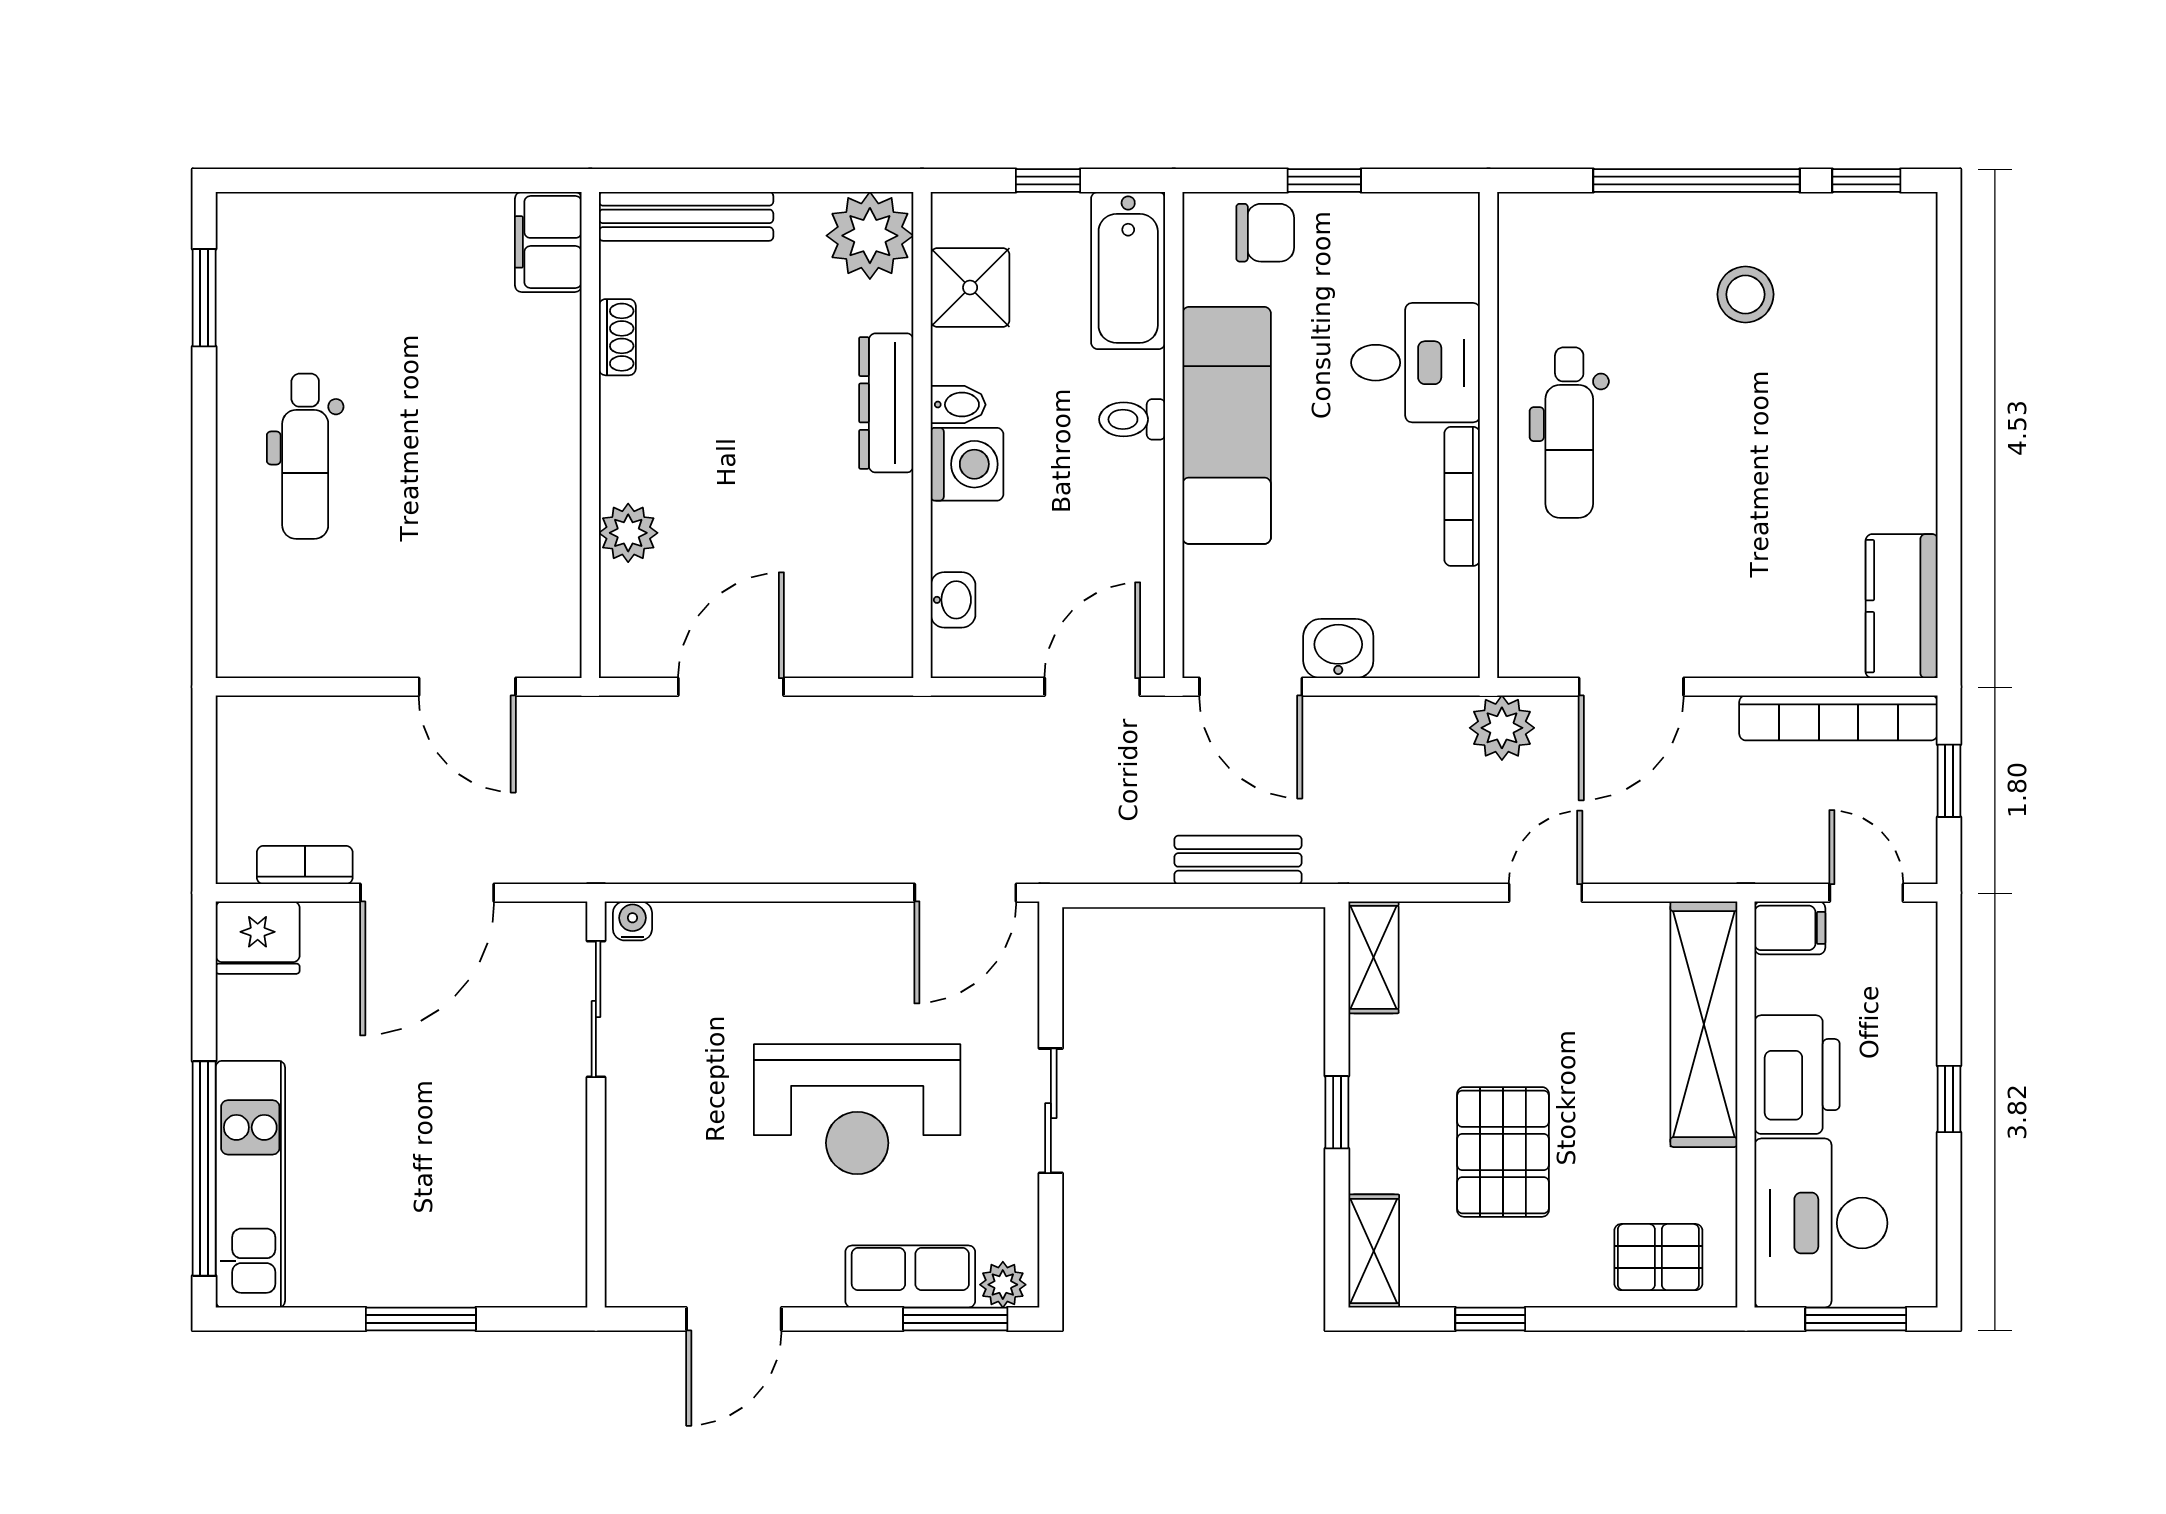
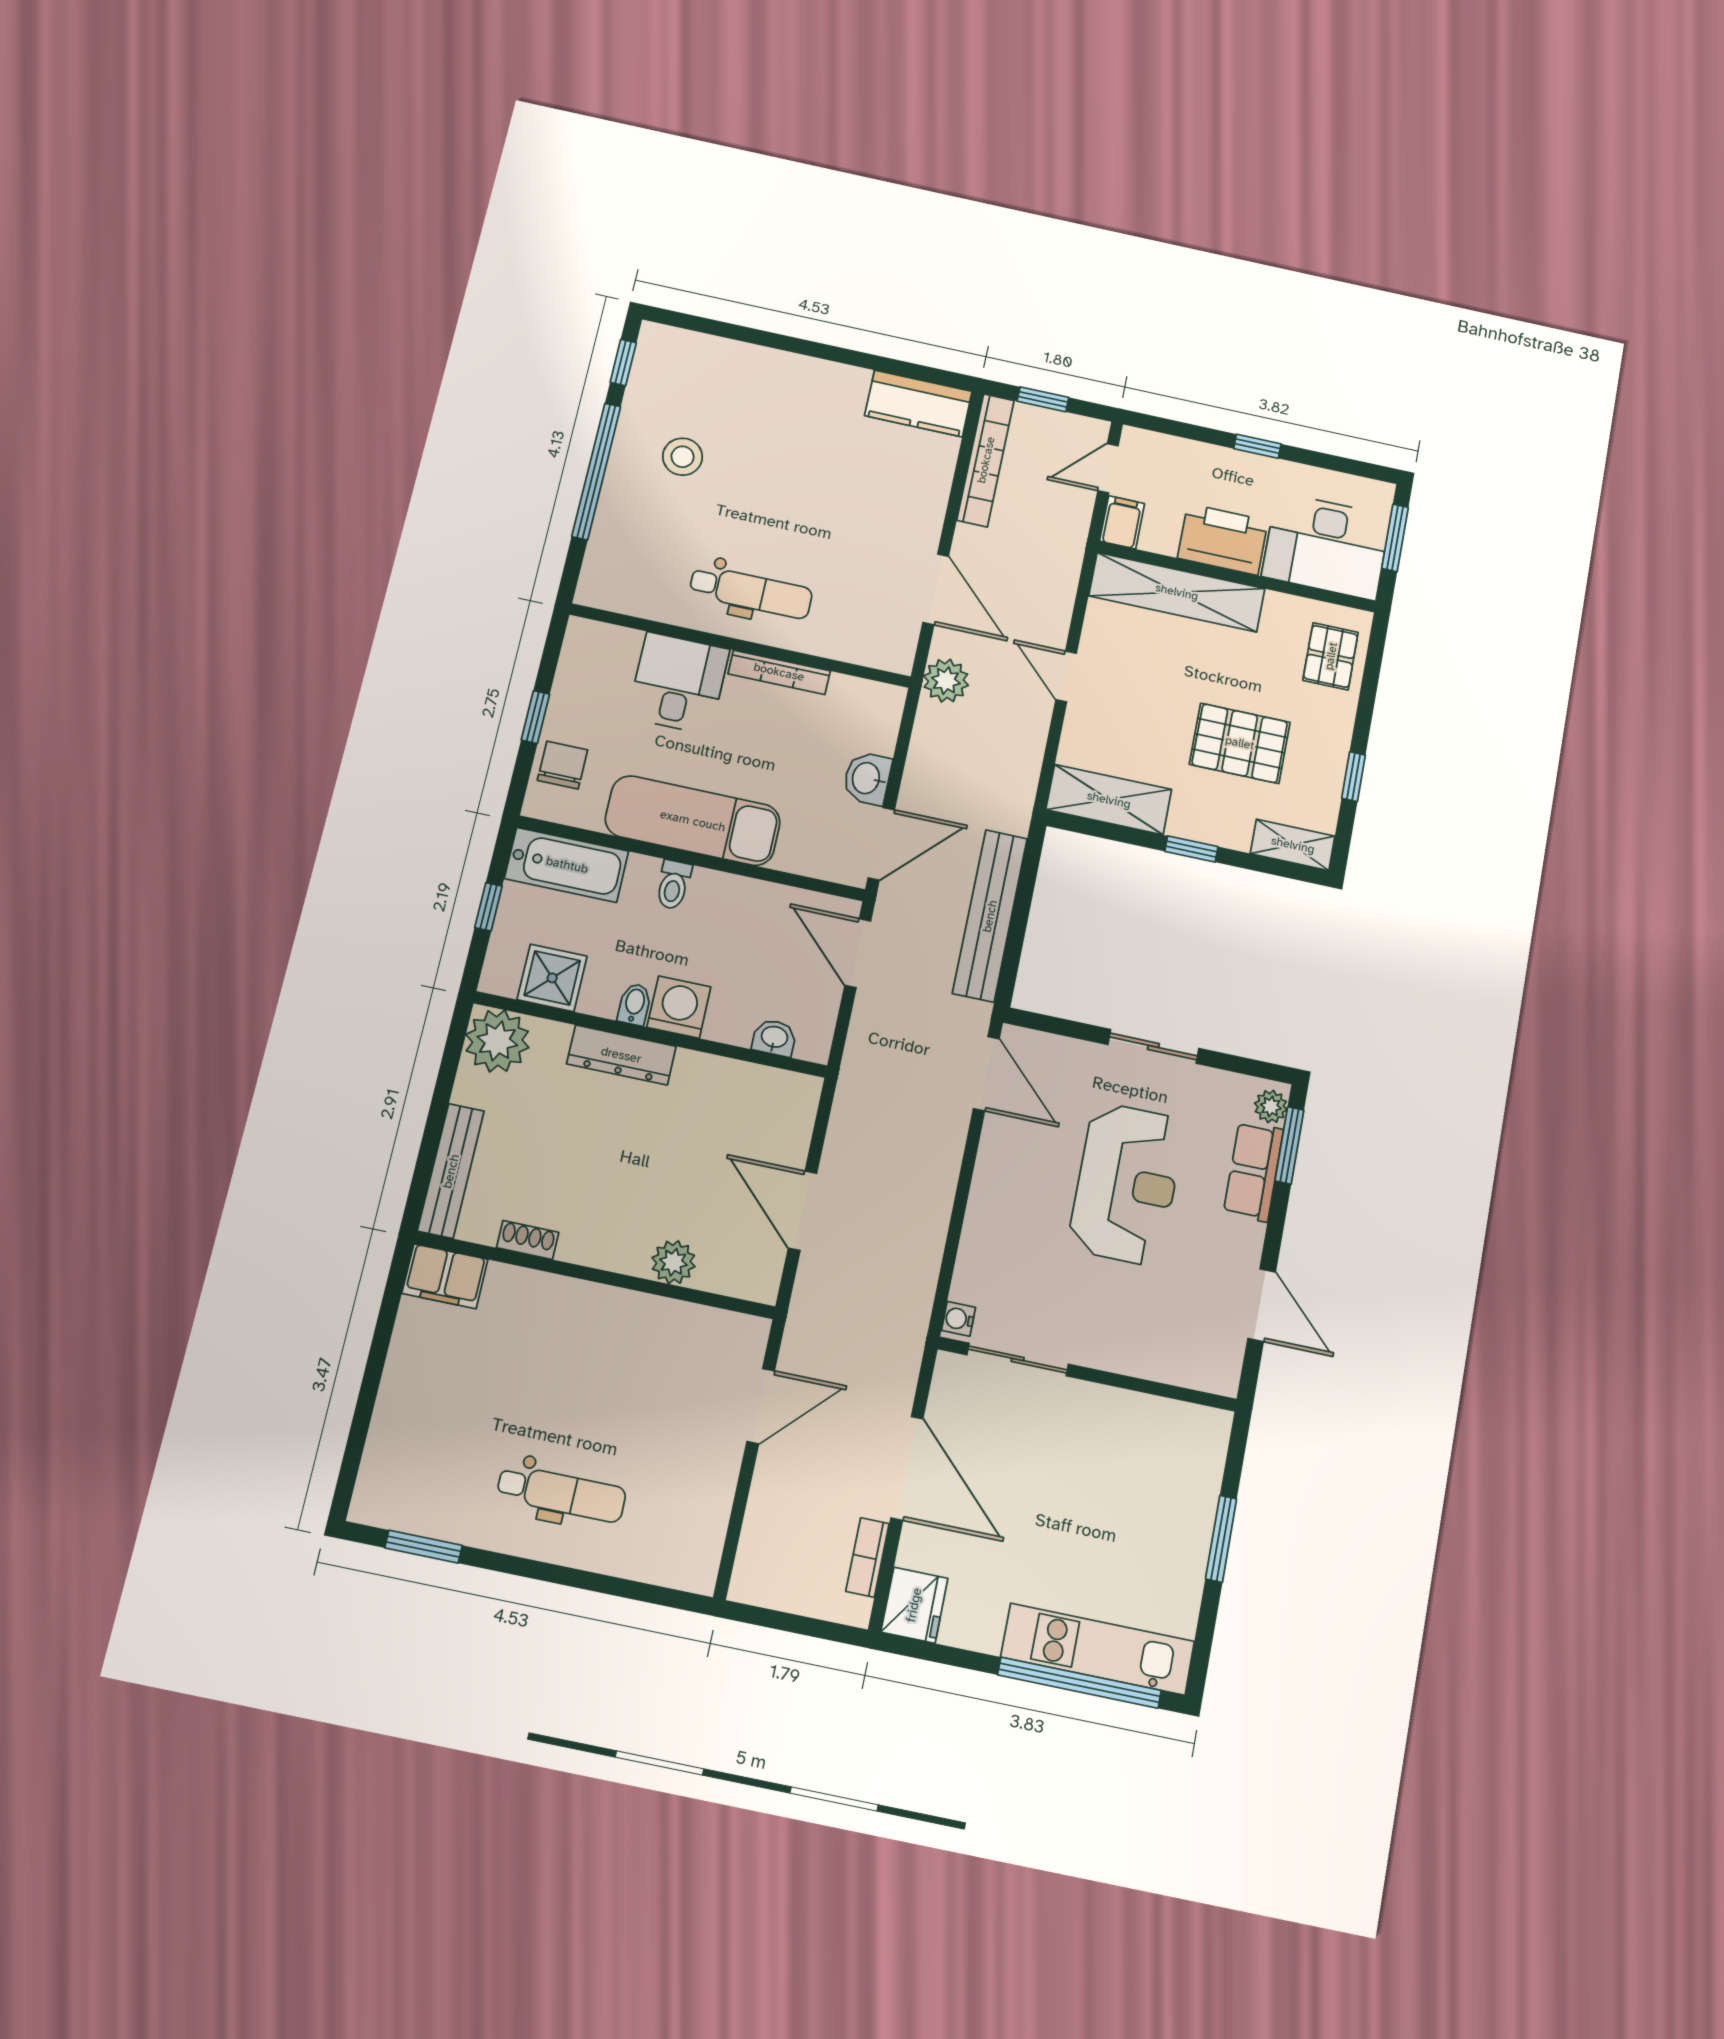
bench: (1238, 860) -> (990, 916), width x1.86, depth x1.21
shelving: (1374, 957) -> (1109, 800), width x1.50, depth x1.33

